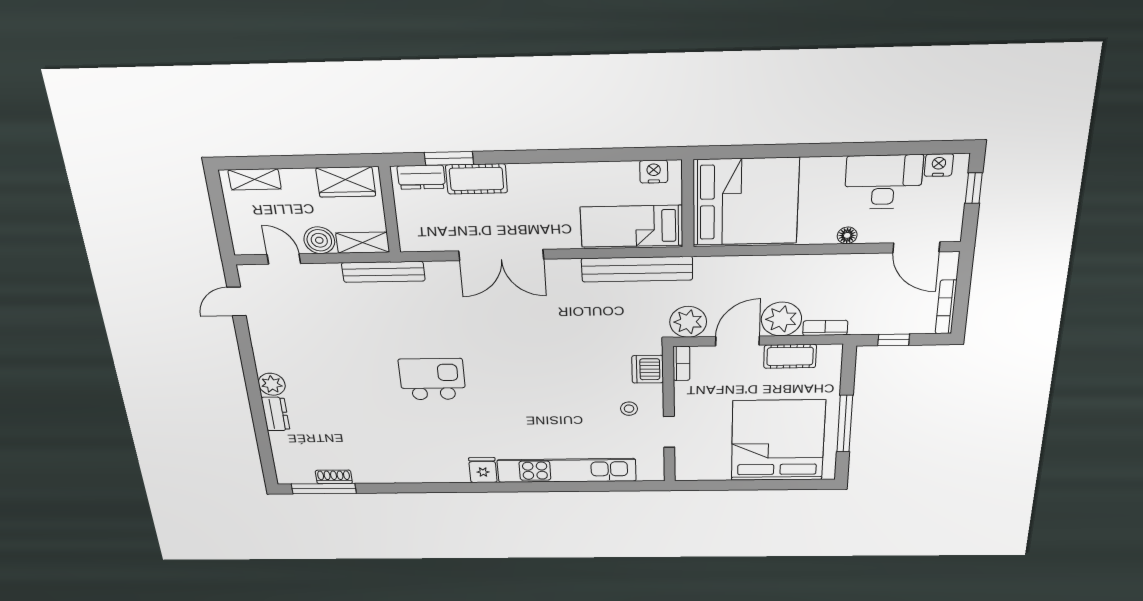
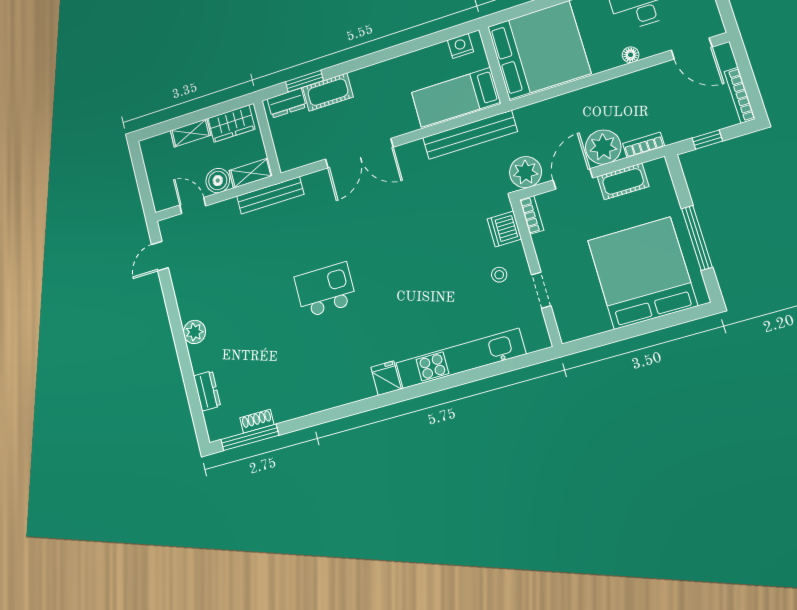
shelving: (255, 179) -> (191, 133), moved
dresser: (276, 414) -> (207, 391), moved

